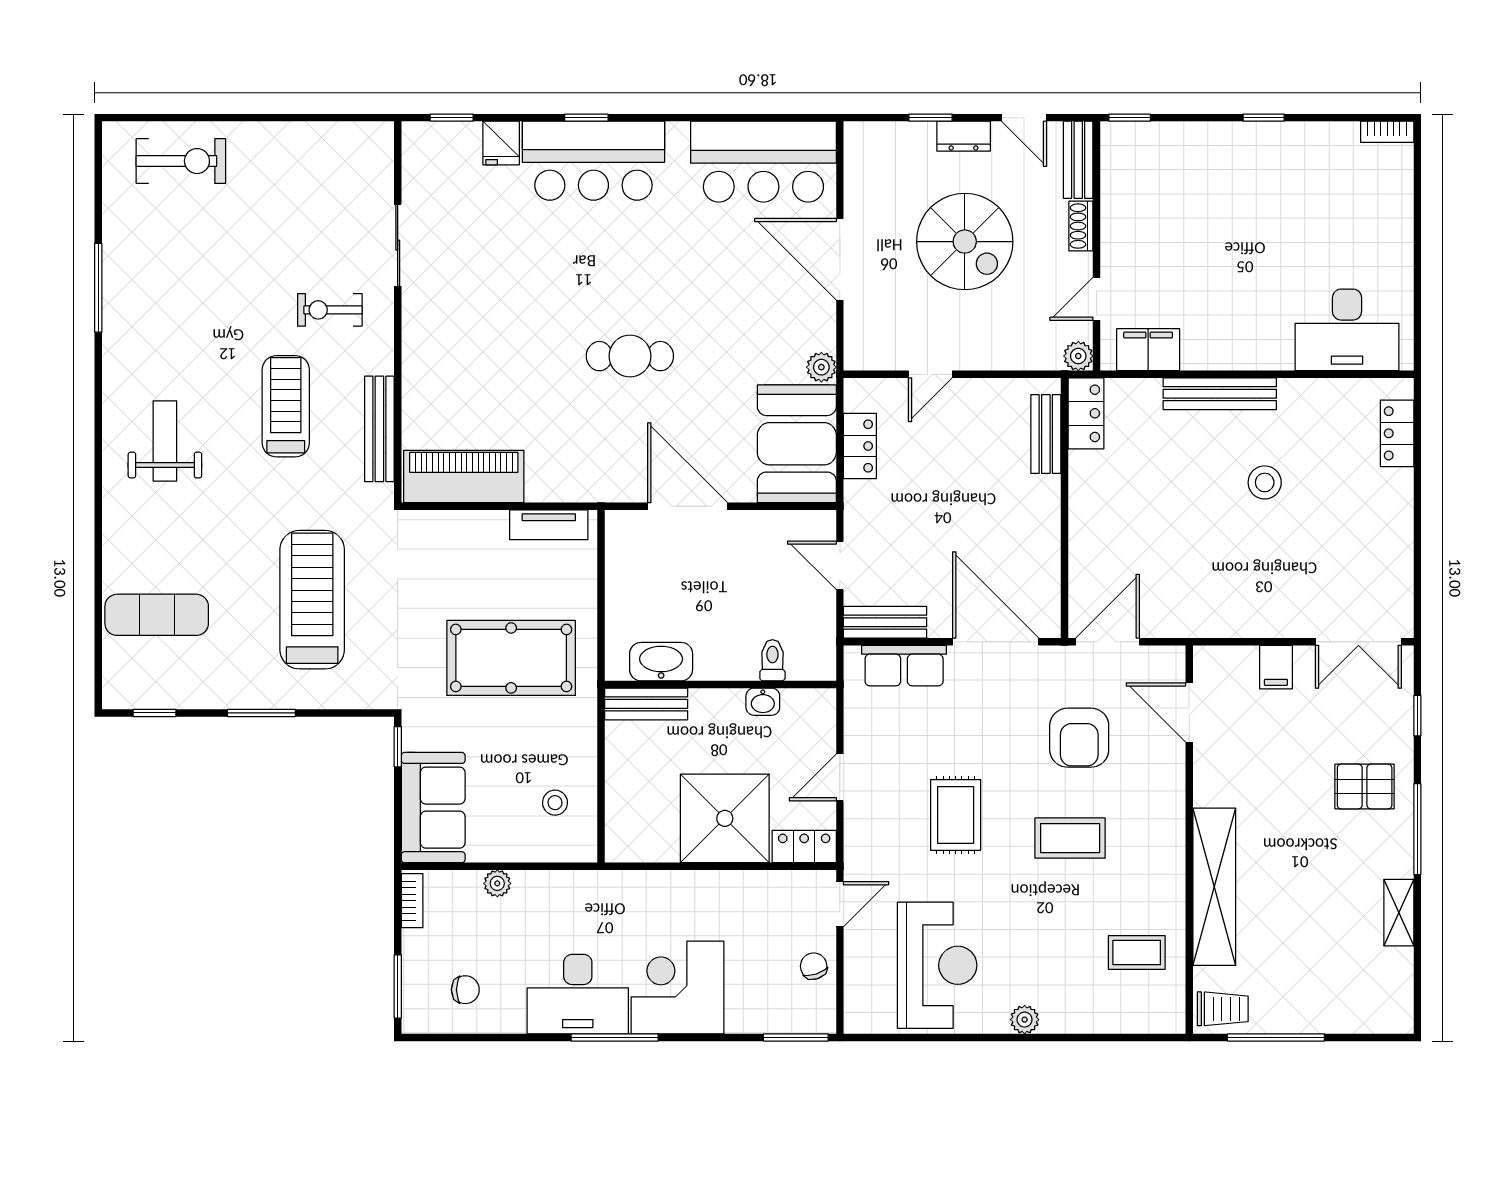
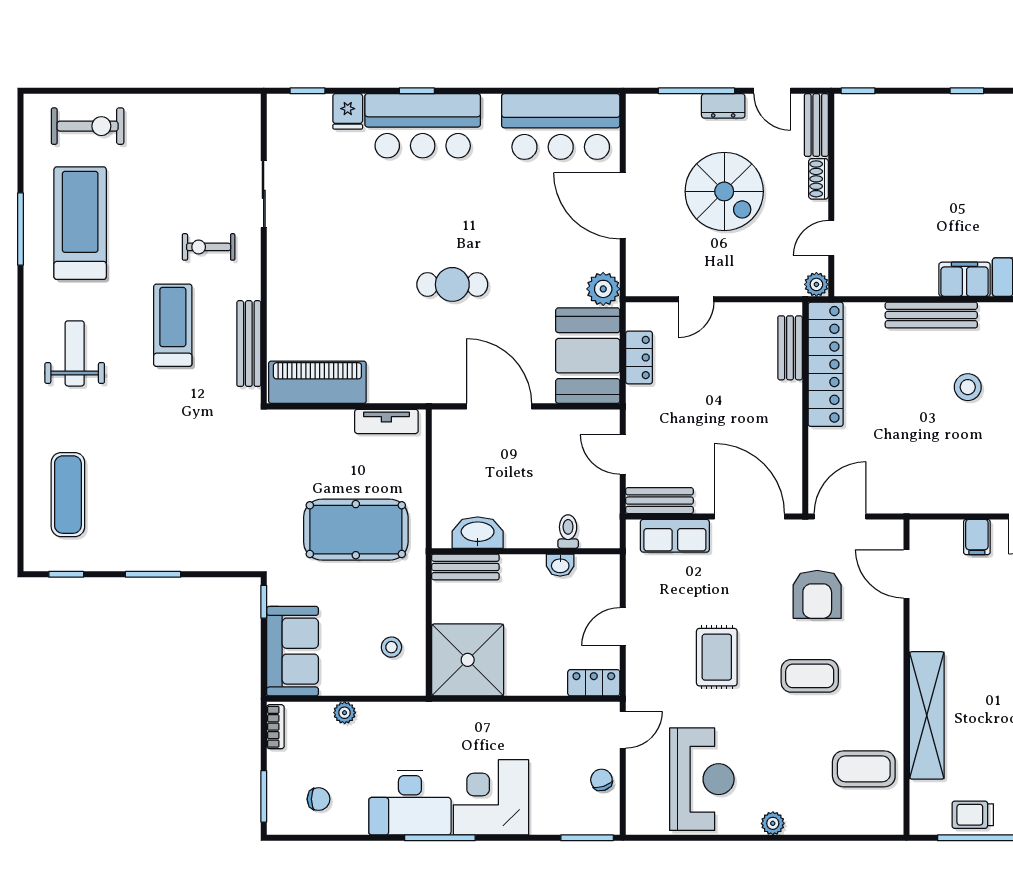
window: (931, 118) -> (696, 91), width x2.17
filing cabinet: (1148, 350) -> (965, 279), moved
plant: (821, 367) -> (603, 289), width x1.38, depth x1.38
locker: (1086, 413) -> (826, 364), width x2.16, depth x1.21
treadmill: (312, 600) -> (80, 223), moved
exercise mat: (157, 615) -> (68, 495), turned 90
shower: (725, 818) -> (468, 660), moved
coffee table: (1137, 953) -> (864, 769), width x1.36, depth x1.30
trolley: (1223, 1009) -> (973, 815), moved, turned 180

